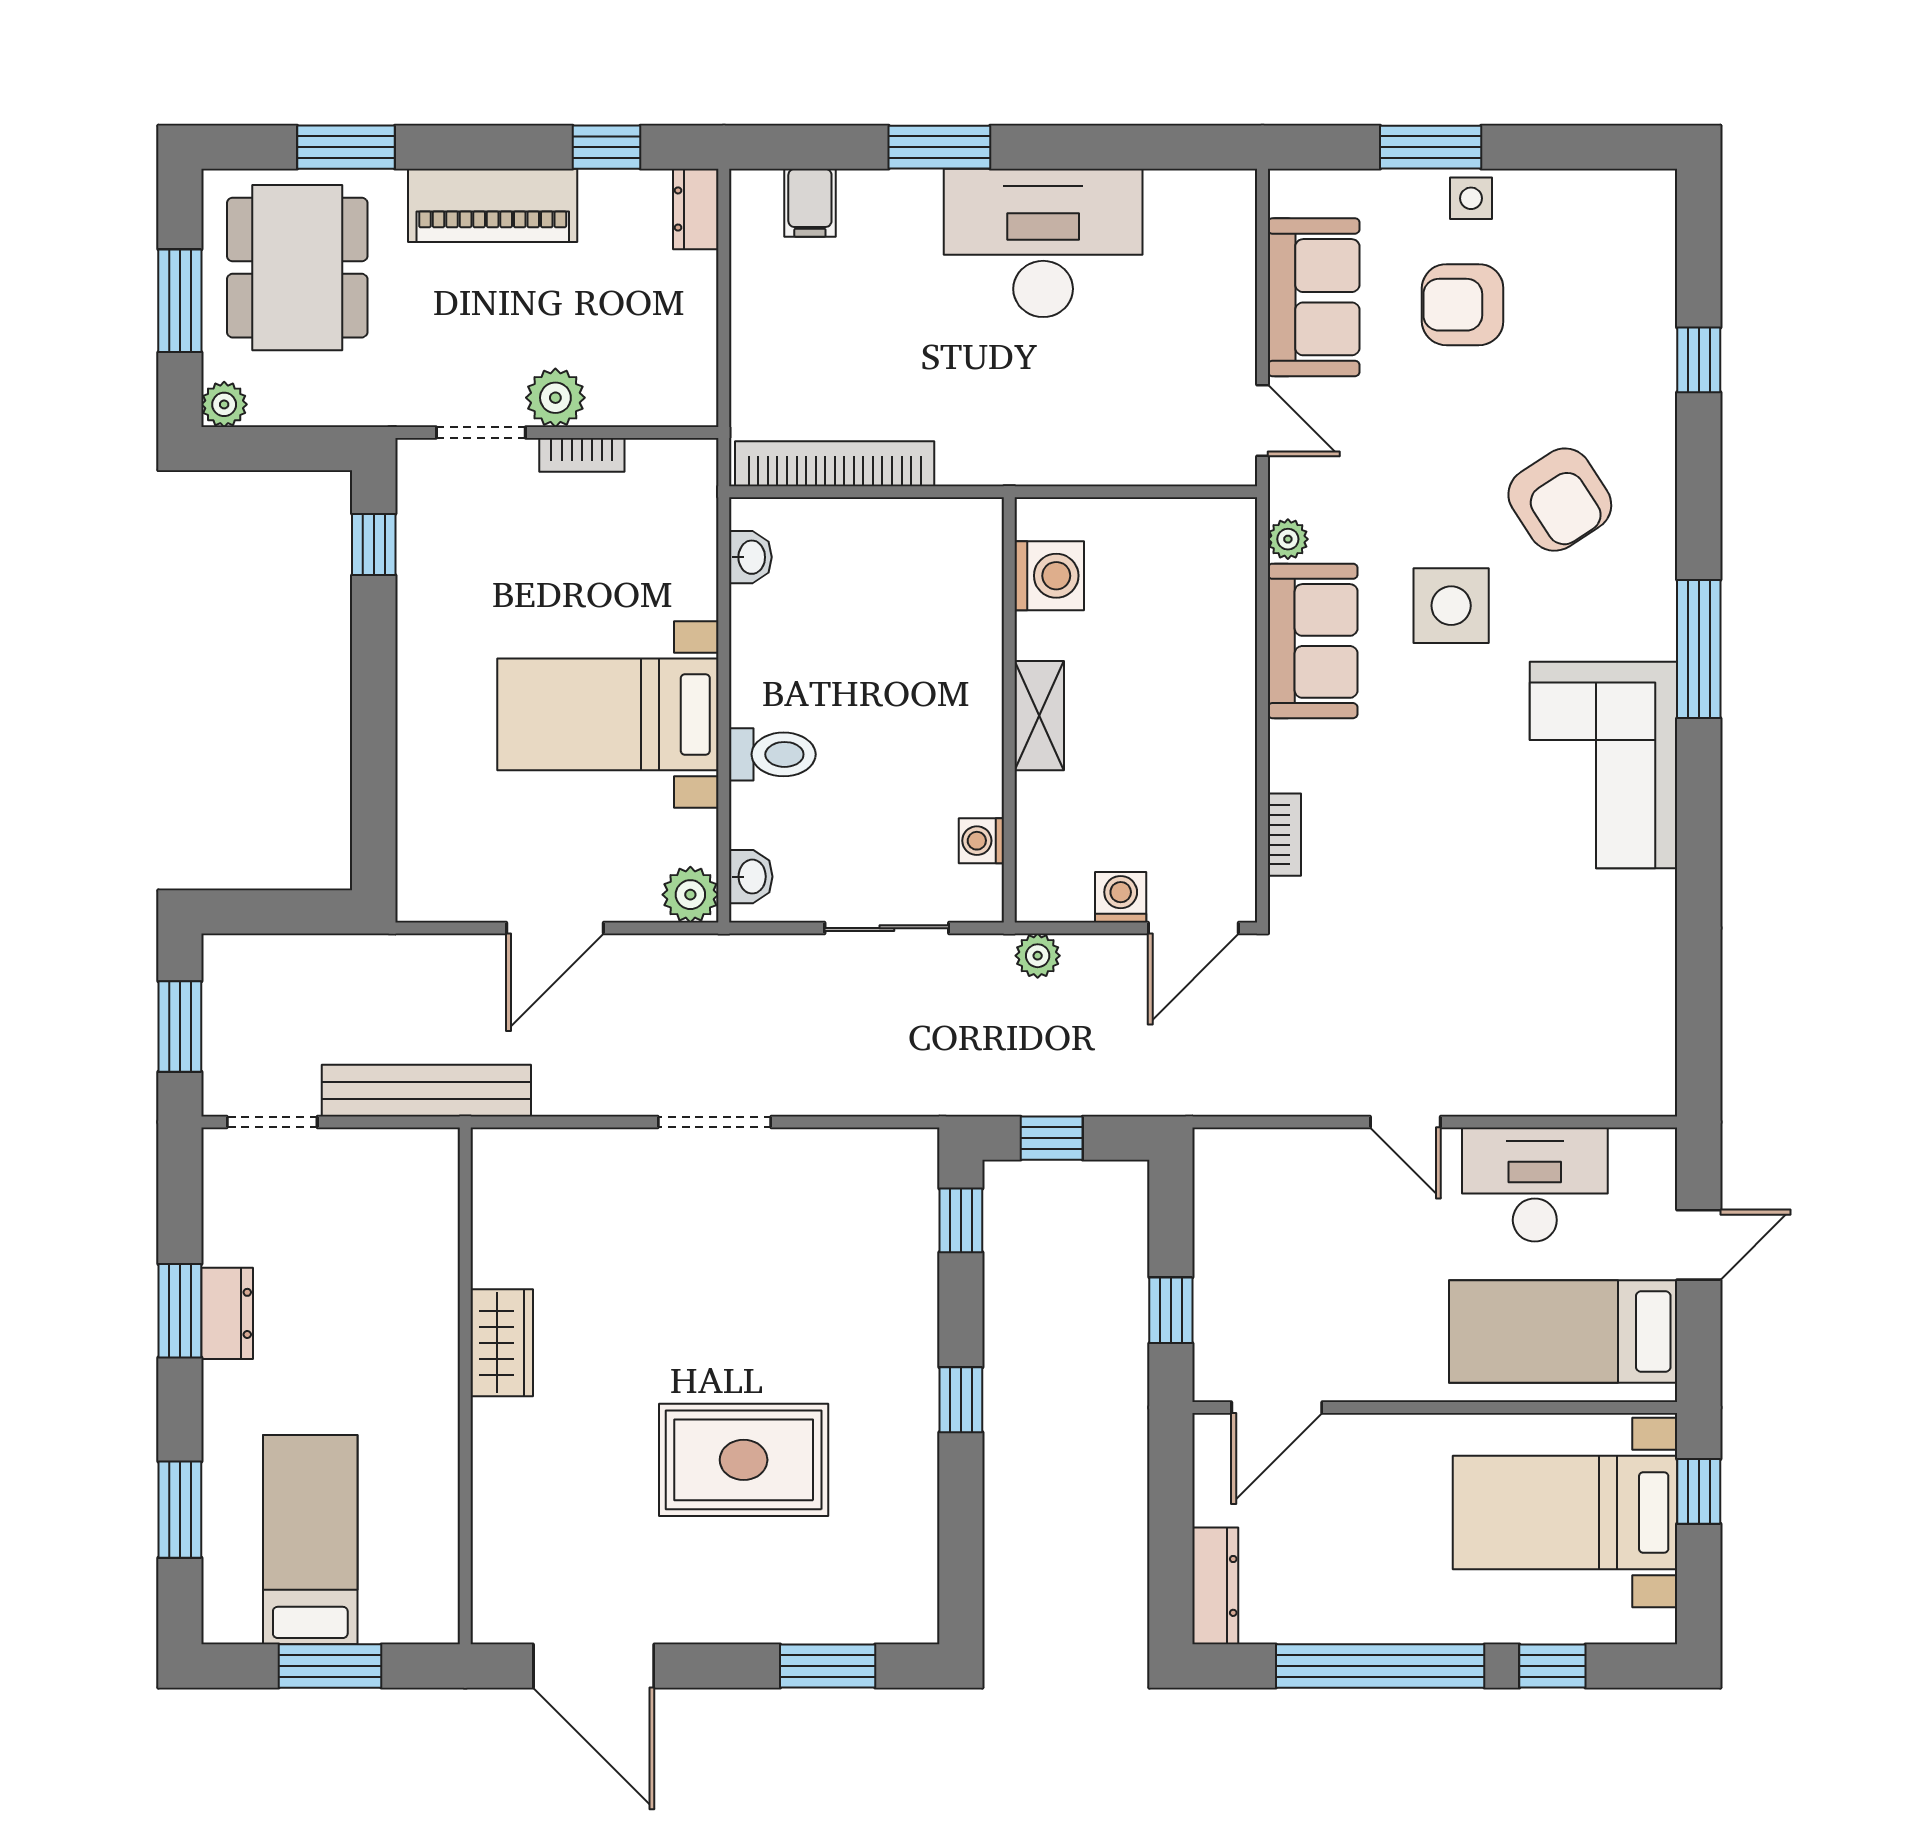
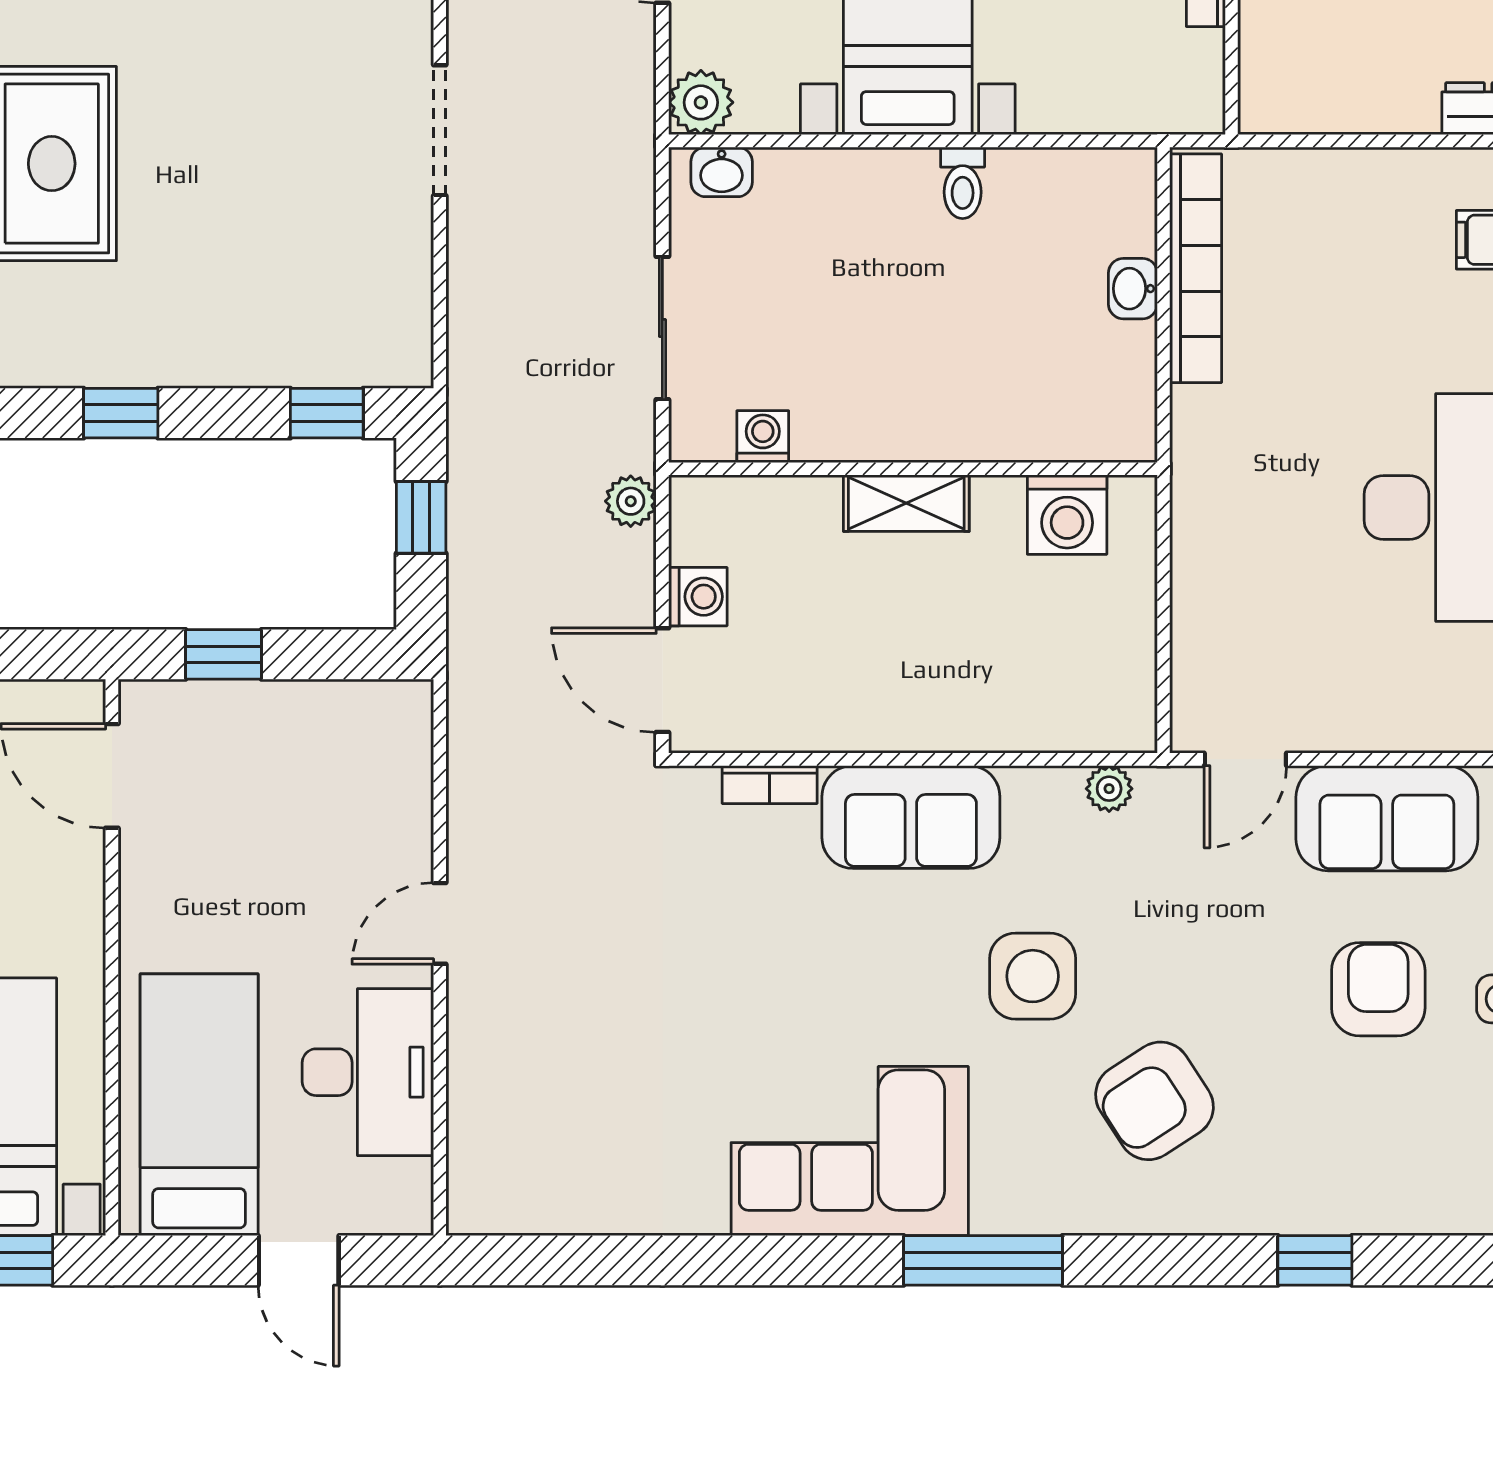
washbasin: (750, 557) -> (1133, 289), moved, turned 90
sofa: (1313, 641) -> (911, 817), moved
toilet: (772, 754) -> (963, 183), moved, width x0.73, depth x0.72

